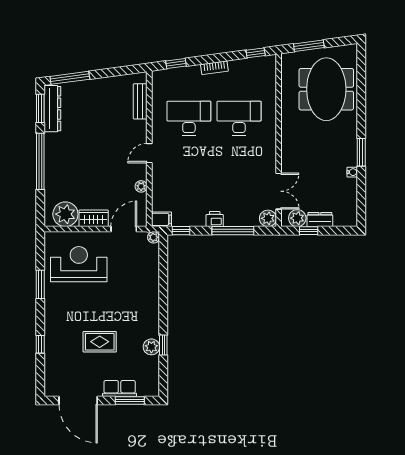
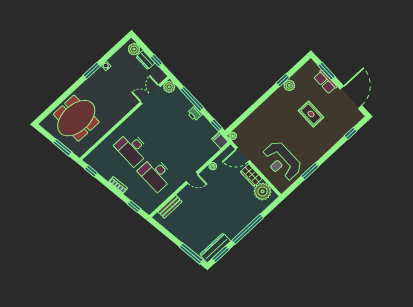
plant: (297, 218) -> (134, 49), moved
window: (40, 344) -> (351, 133), moved

